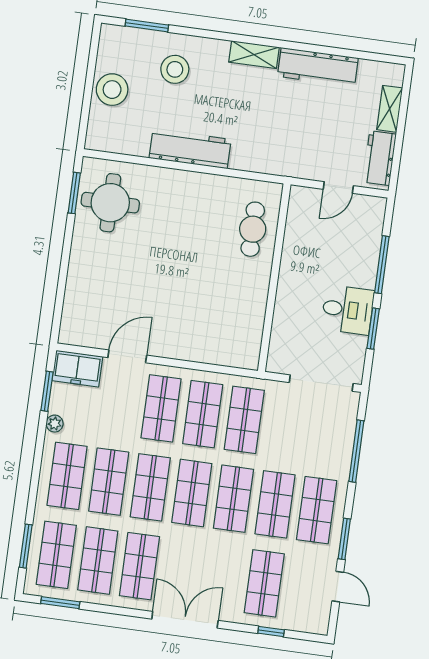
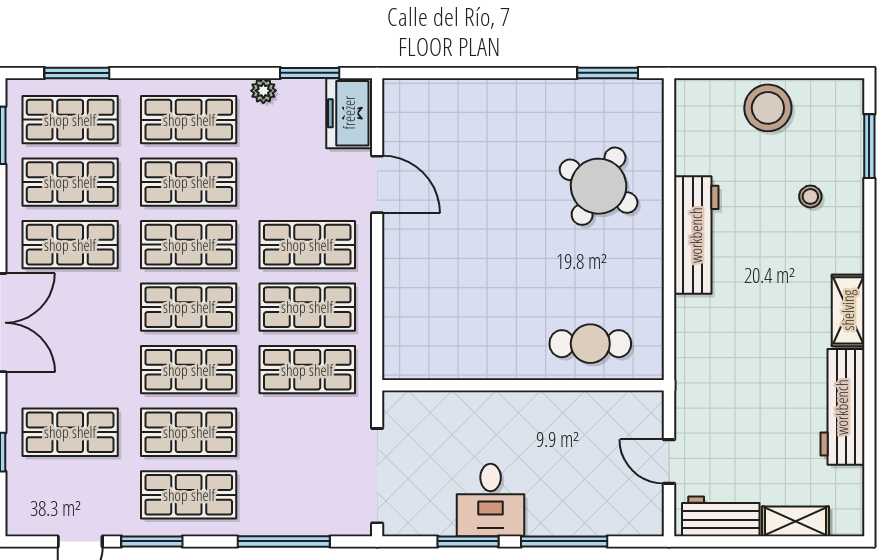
stool: (175, 69) -> (810, 196), width x0.53, depth x0.53
round table: (110, 203) -> (599, 186), moved, turned 30

